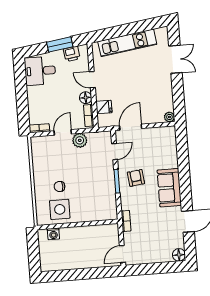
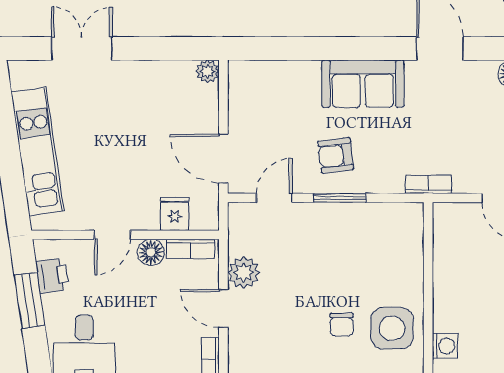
door: (115, 152) -> (274, 198), hinge flipped

